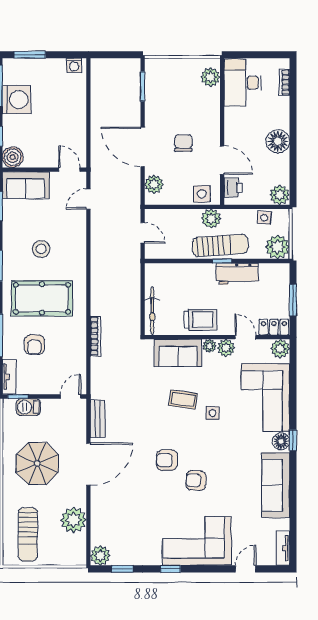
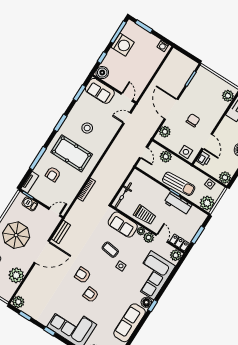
plant: (211, 218) -> (166, 157), moved

